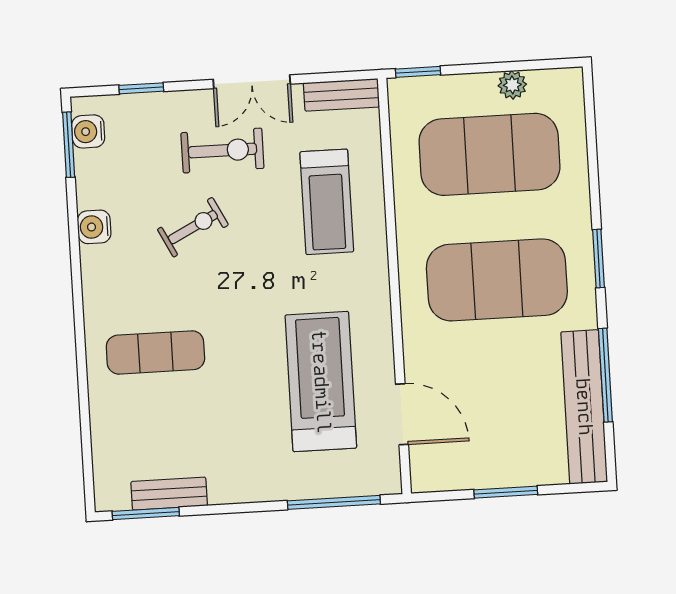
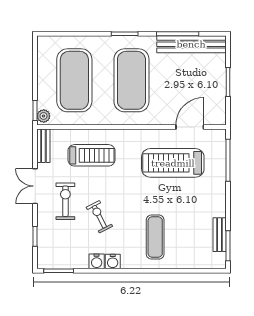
double door: (252, 82) -> (35, 186), swing flipped
plant: (512, 85) -> (44, 116), moved
water cooler: (88, 131) -> (113, 262), moved

